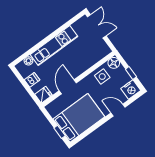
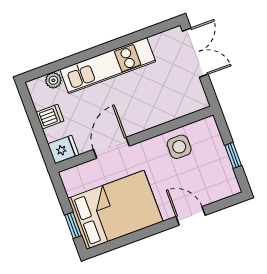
floor lamp: (114, 63) -> (207, 128), removed
nightstand: (131, 89) -> (224, 185), removed

